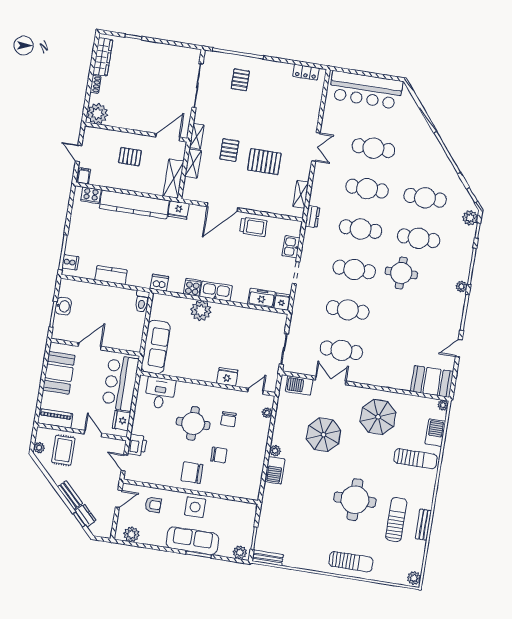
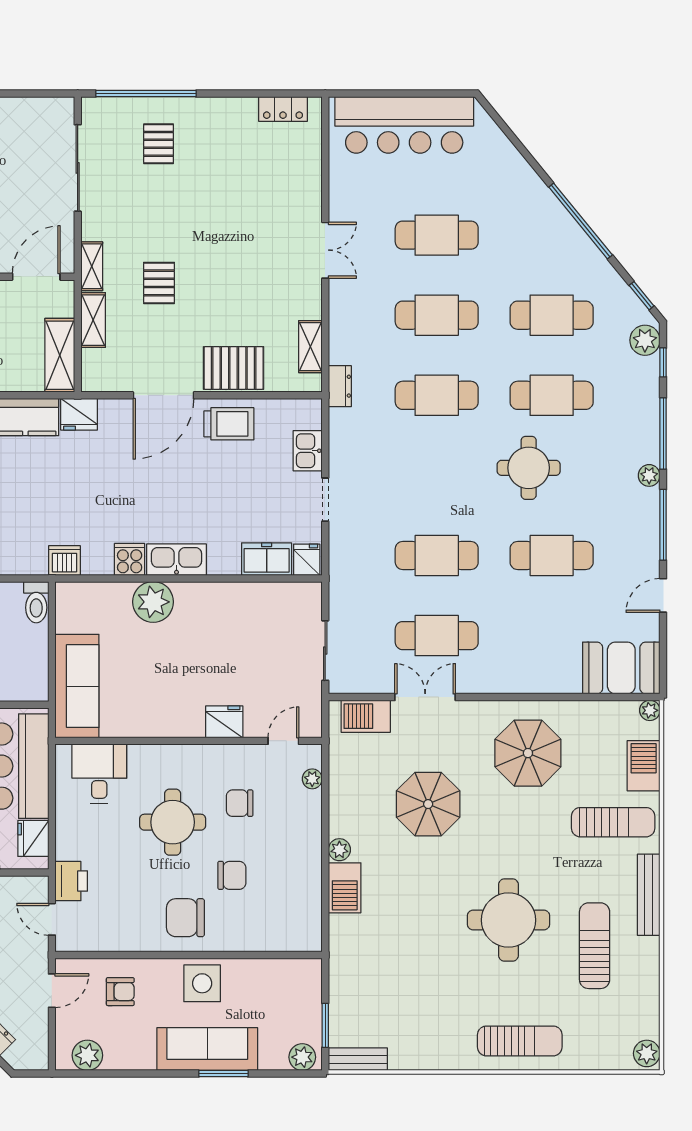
pallet: (264, 162) -> (234, 368), moved
cafe table: (354, 269) -> (552, 555), moved
chair: (228, 419) -> (240, 803), turned 90
bench: (423, 525) -> (649, 895), moved, width x1.36

